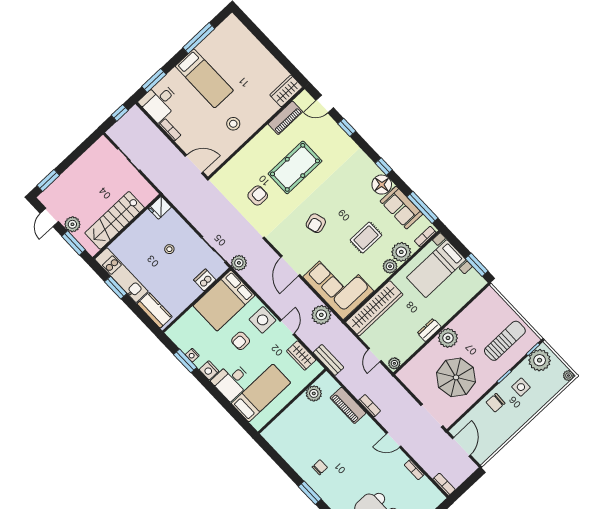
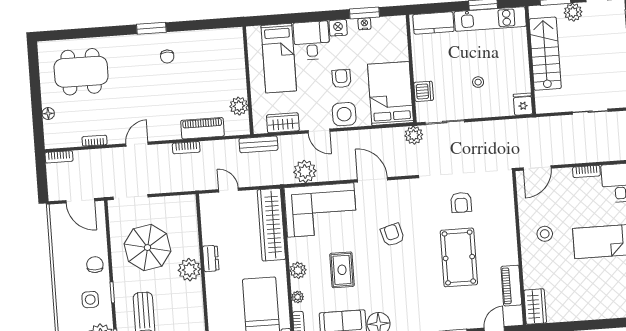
plant: (401, 252) -> (298, 297), width x0.53, depth x0.53
plant: (394, 363) -> (206, 202), removed

